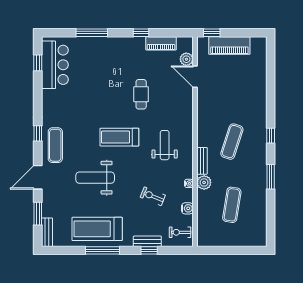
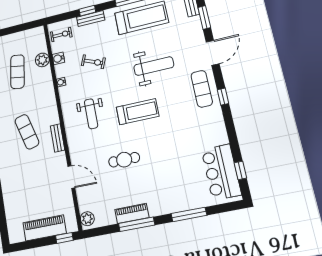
window: (141, 33) -> (137, 224), width x2.17
piano: (161, 43) -> (132, 213), moved
plant: (186, 59) -> (87, 219), moved
door: (195, 77) -> (71, 177), moved
cafe table: (141, 94) -> (124, 160), turned 90
exercise mat: (232, 142) -> (27, 132), turned -33
bench: (202, 161) -> (58, 138), moved
plant: (204, 182) -> (42, 60), moved

